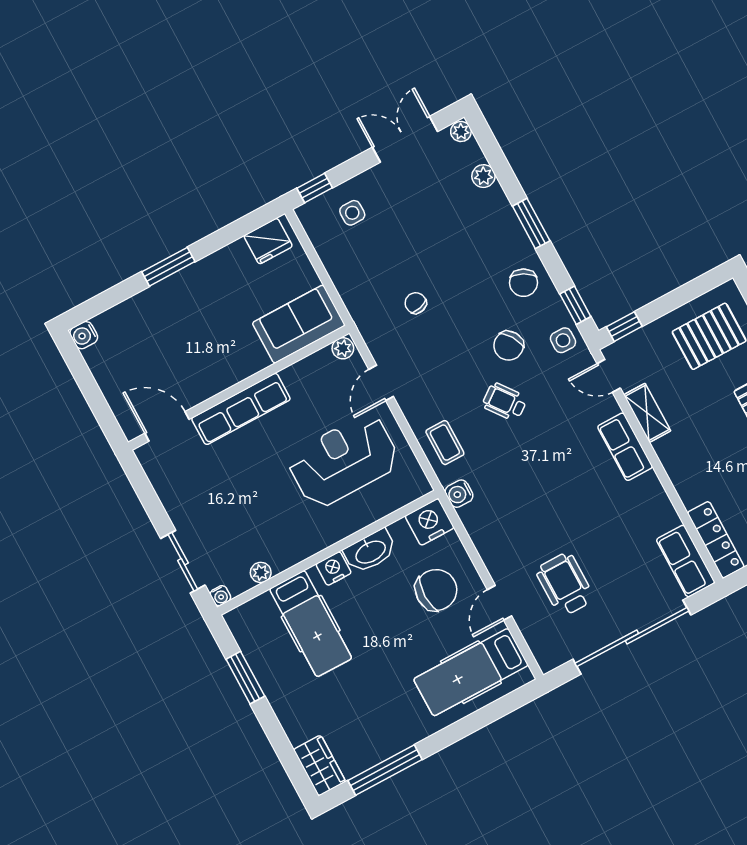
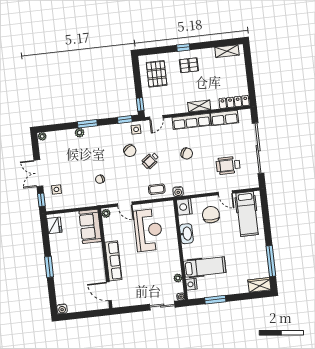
double door: (405, 139) -> (38, 173), moved
plant: (483, 176) -> (80, 133), moved
chair: (523, 283) -> (187, 153), moved
shelving: (647, 413) -> (199, 106), moved
door: (167, 426) -> (109, 291), hinge flipped
row of seats: (625, 447) -> (191, 121), width x1.48
reception desk: (343, 461) -> (148, 230), turned 180
row of seats: (686, 561) -> (225, 118), moved
nightstand: (334, 568) -> (191, 284), moved

